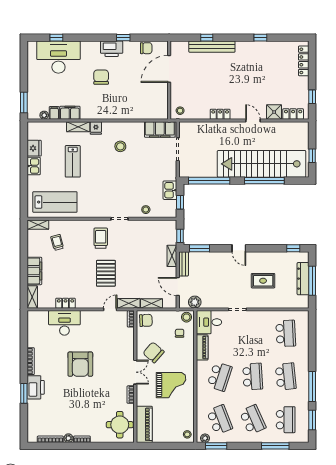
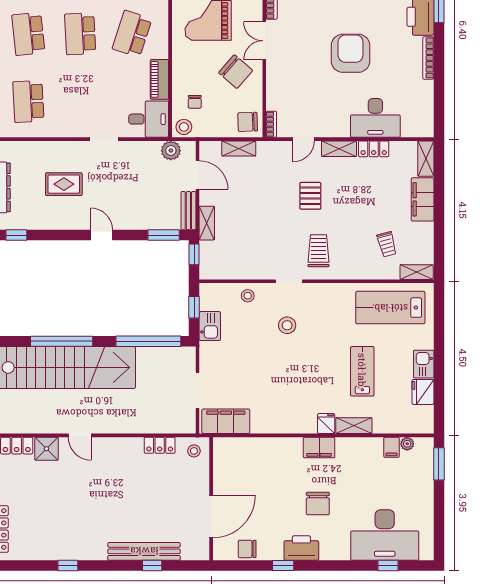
filing cabinet: (70, 113) -> (319, 448), moved
locker: (220, 114) -> (160, 445), moved
stool: (120, 146) -> (287, 325), moved
trolley: (101, 238) -> (318, 251), turned 180
pallet: (106, 273) -> (310, 196), width x0.67, depth x0.71
shelving: (129, 303) -> (339, 149), moved

